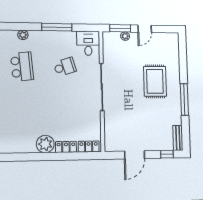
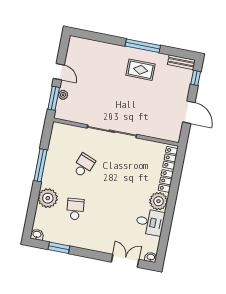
plant: (23, 35) -> (48, 198), width x1.88, depth x1.88
desk: (88, 43) -> (150, 222), moved, turned 180
school desk: (22, 67) -> (75, 209), width x0.54
school desk: (65, 67) -> (84, 165), turned 39
rug: (155, 81) -> (141, 70), moved, width x0.73, depth x0.70

